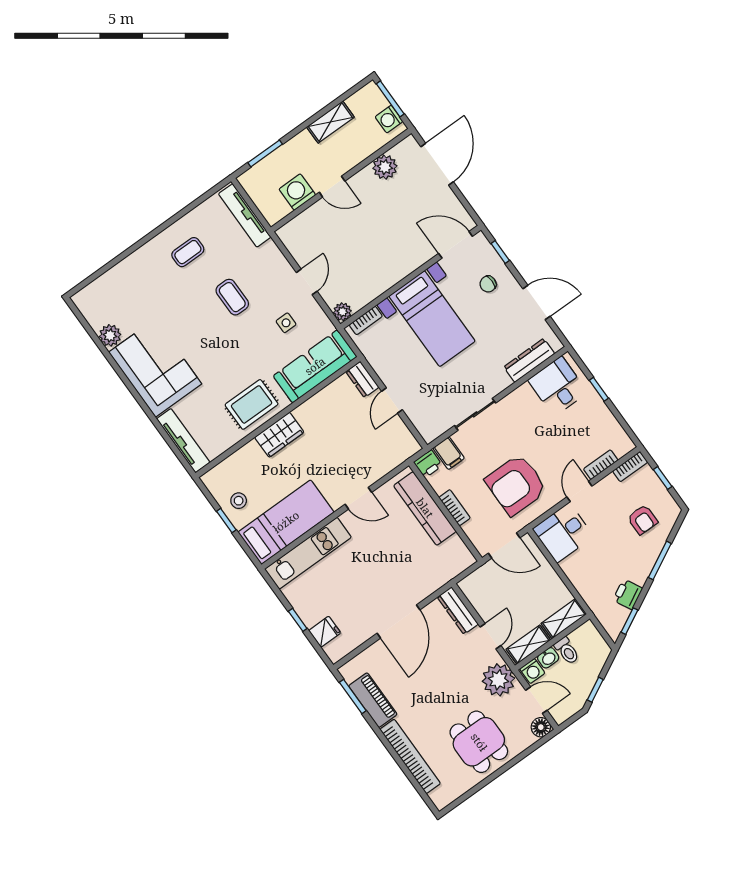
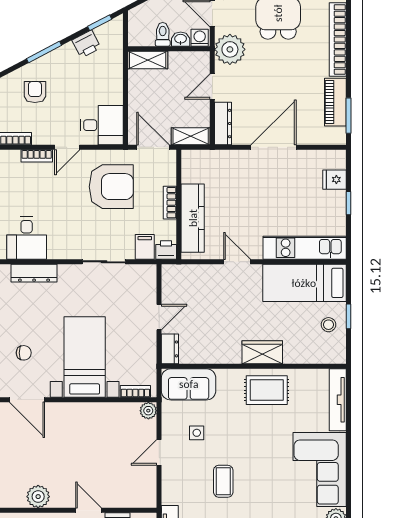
sofa: (315, 366) -> (189, 384), width x0.73
shelving: (528, 645) -> (191, 136), moved

